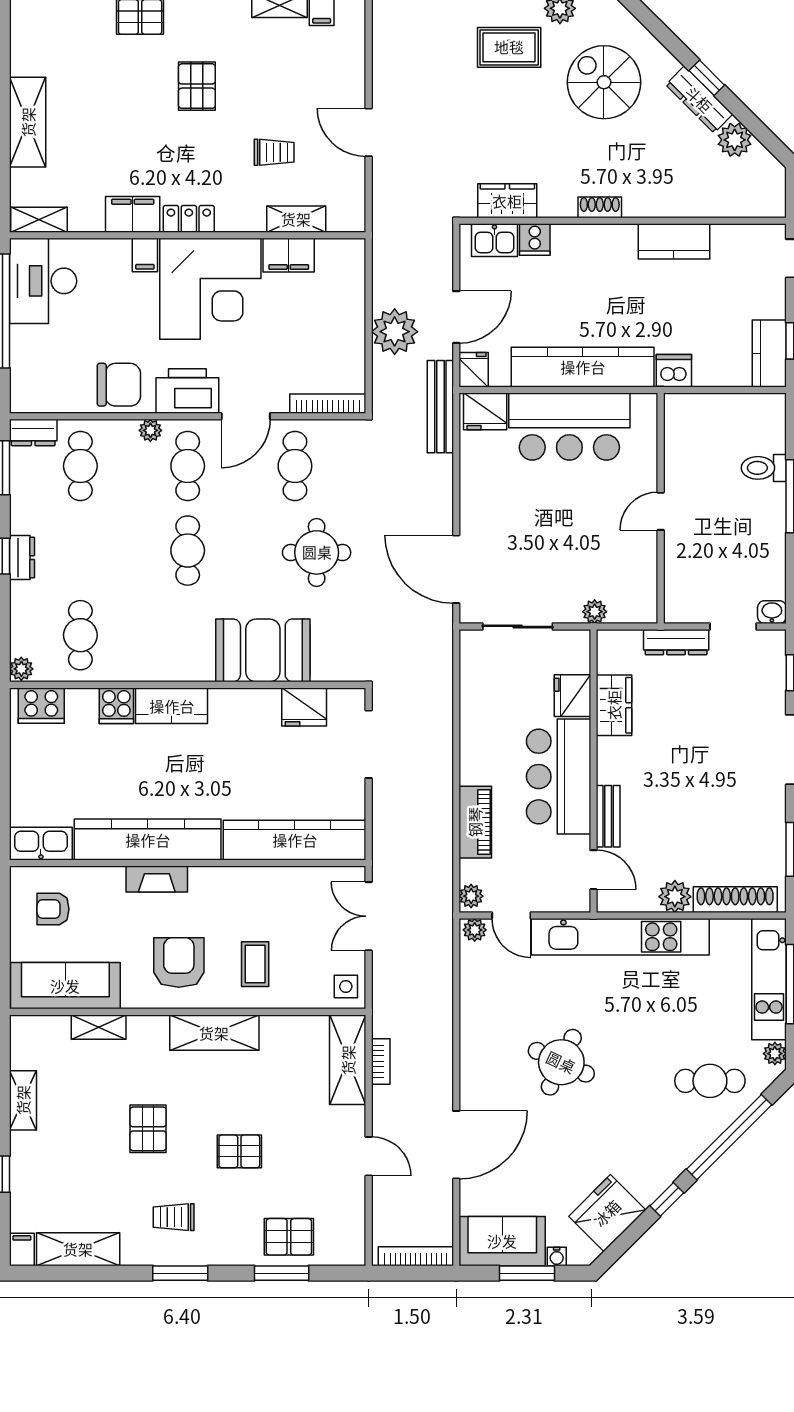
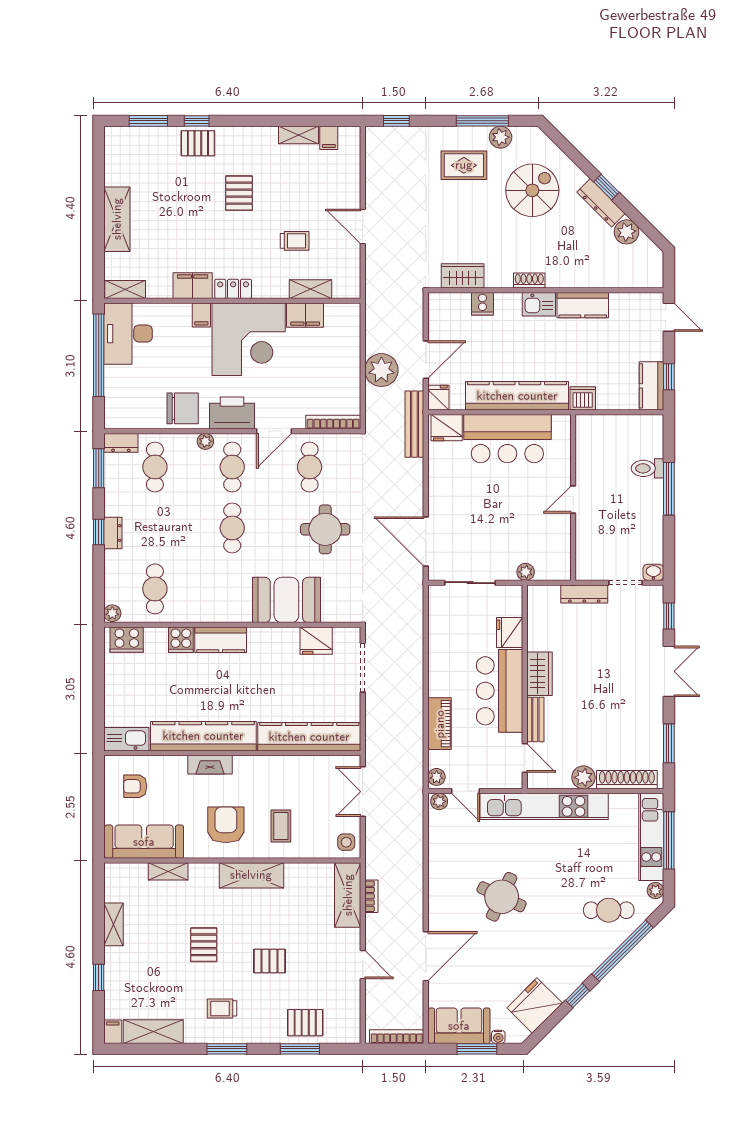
spiral stairs: (604, 82) -> (532, 190), turned 90
kitchen sink: (494, 240) -> (539, 304), moved
wardrobe: (614, 705) -> (540, 674), moved

